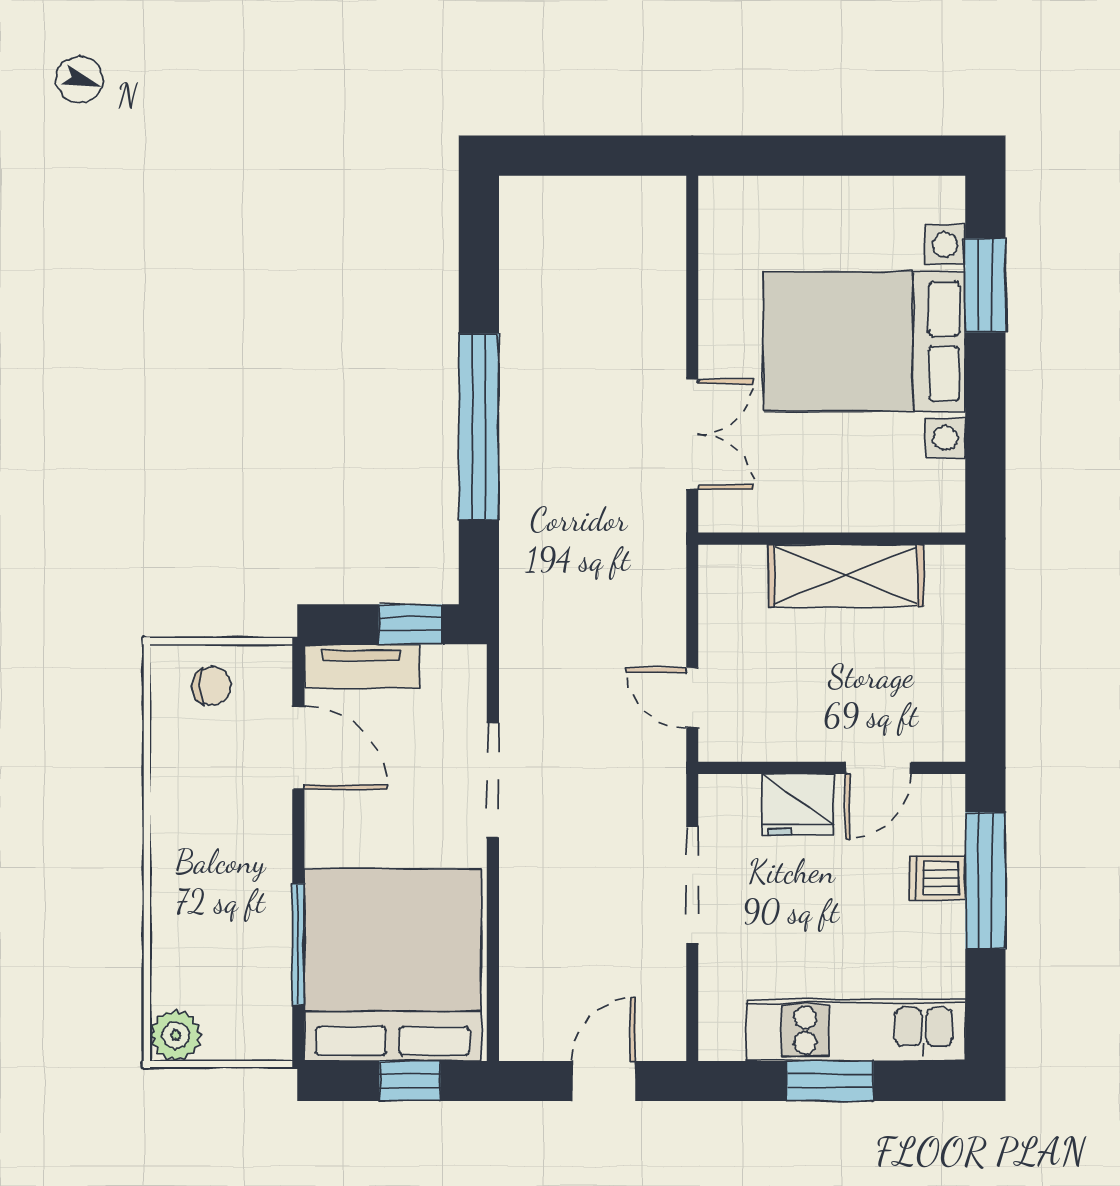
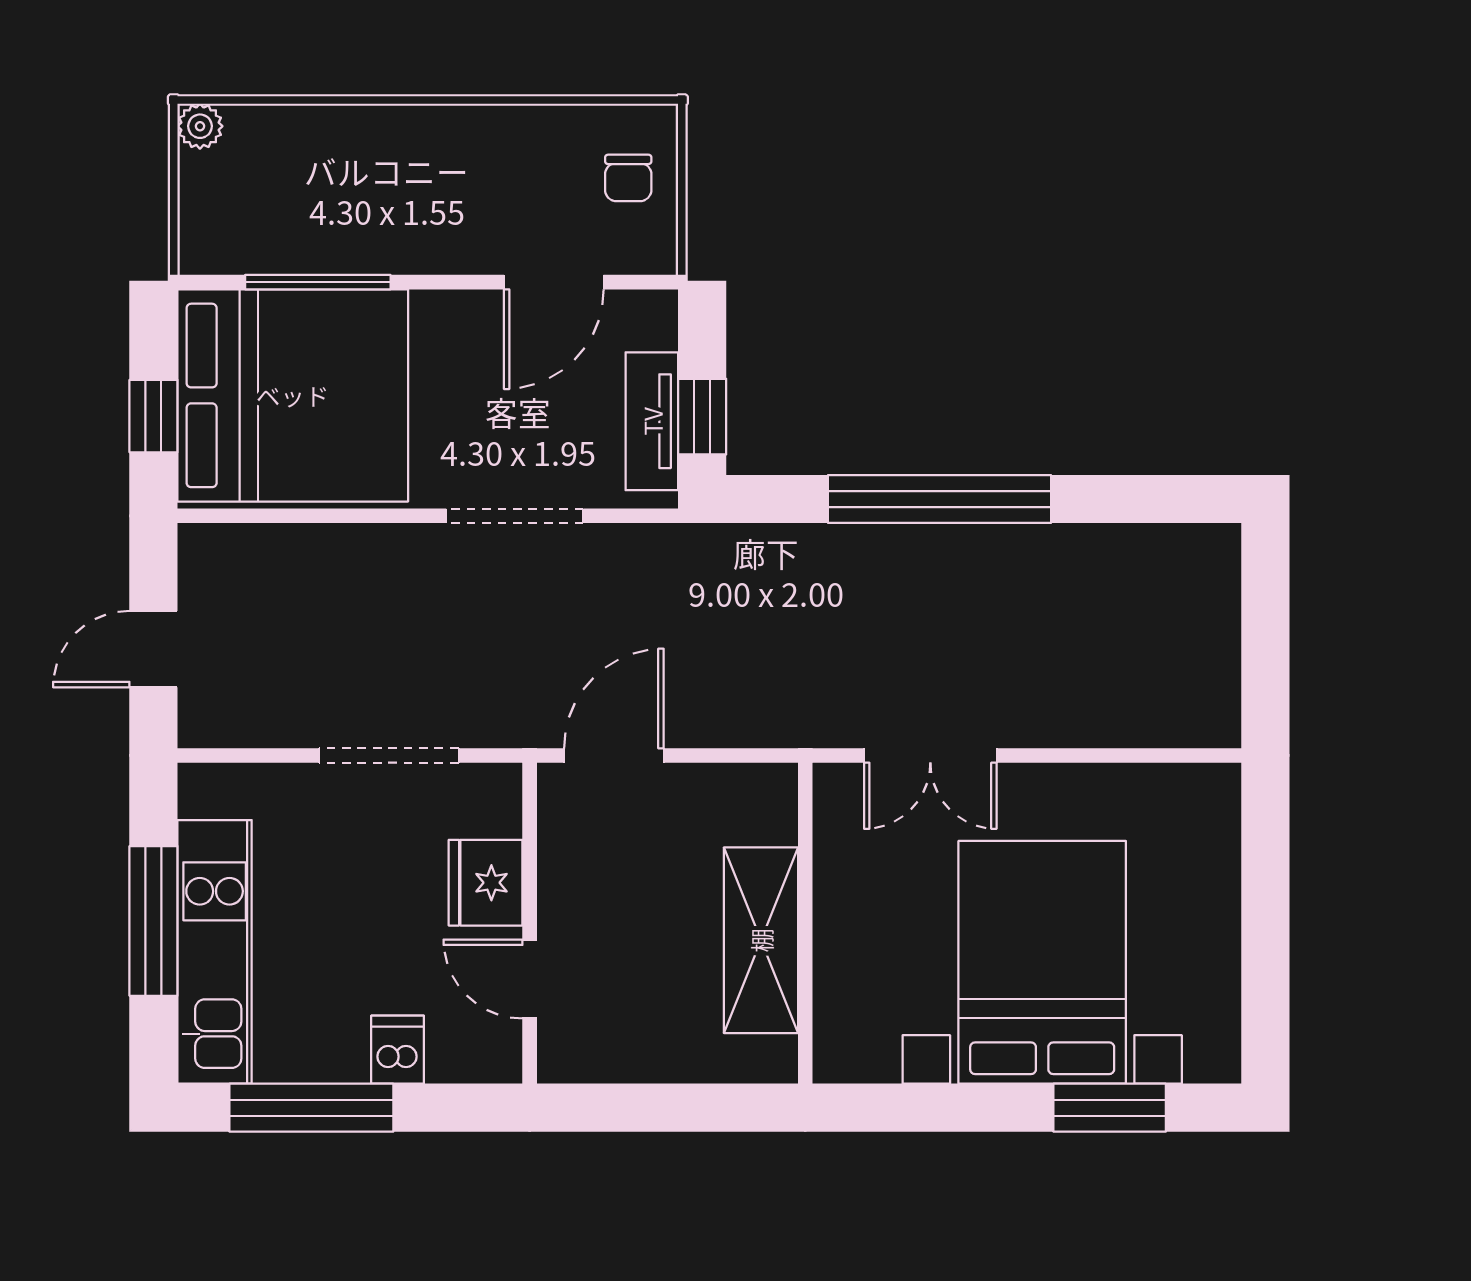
tv unit: (362, 666) -> (652, 421), moved
door: (692, 698) -> (614, 755), width x1.38
window: (985, 881) -> (311, 1108), moved
plant: (176, 1035) -> (200, 126), width x0.73, depth x0.73
door: (604, 1081) -> (153, 649), swing flipped
window: (830, 1081) -> (153, 921), width x1.44

